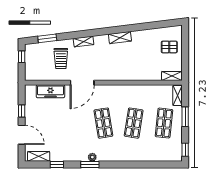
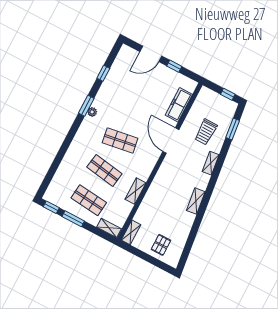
trolley: (61, 58) -> (206, 132), turned -90
window: (185, 117) -> (73, 219), moved
shelving: (39, 156) -> (135, 191), moved

